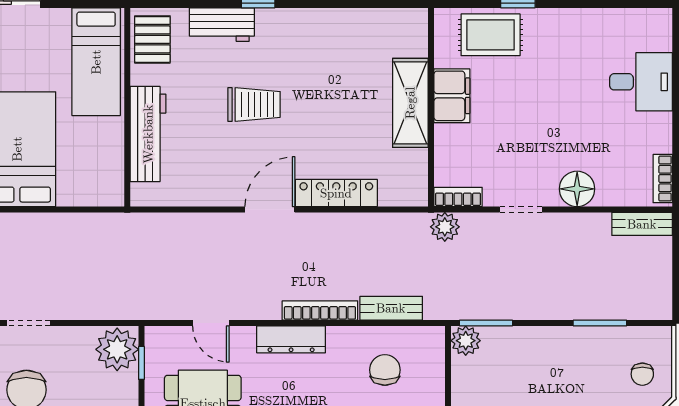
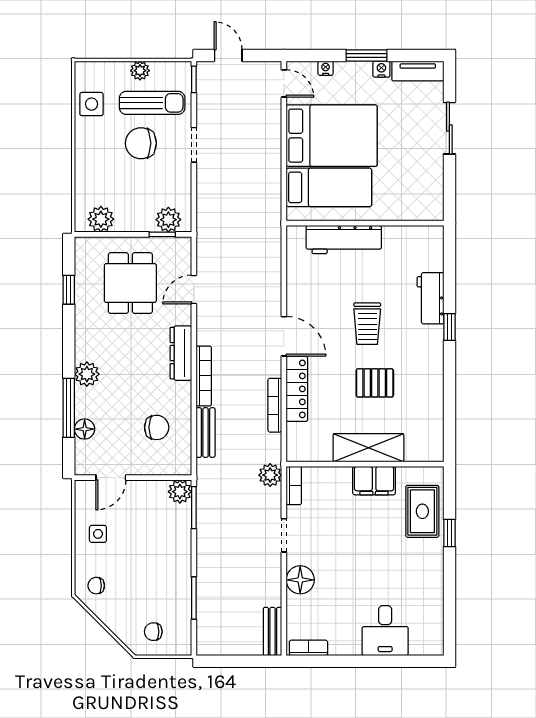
pallet: (152, 39) -> (375, 383), moved
bed: (96, 62) -> (329, 187), moved, turned 180
bookcase: (357, 221) -> (275, 405), added
plant: (117, 349) -> (168, 220), width x0.73, depth x0.73

